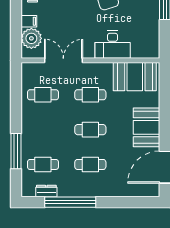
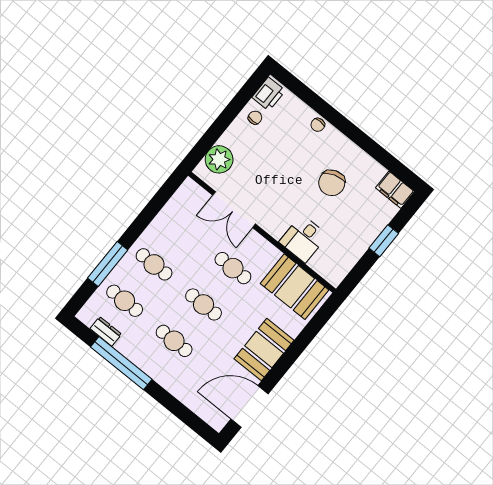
filing cabinet: (29, 21) -> (231, 139), removed
desk: (113, 45) -> (303, 239), width x0.73
double door: (63, 60) -> (234, 210), swing flipped
cafe table: (43, 95) -> (154, 264), moved

